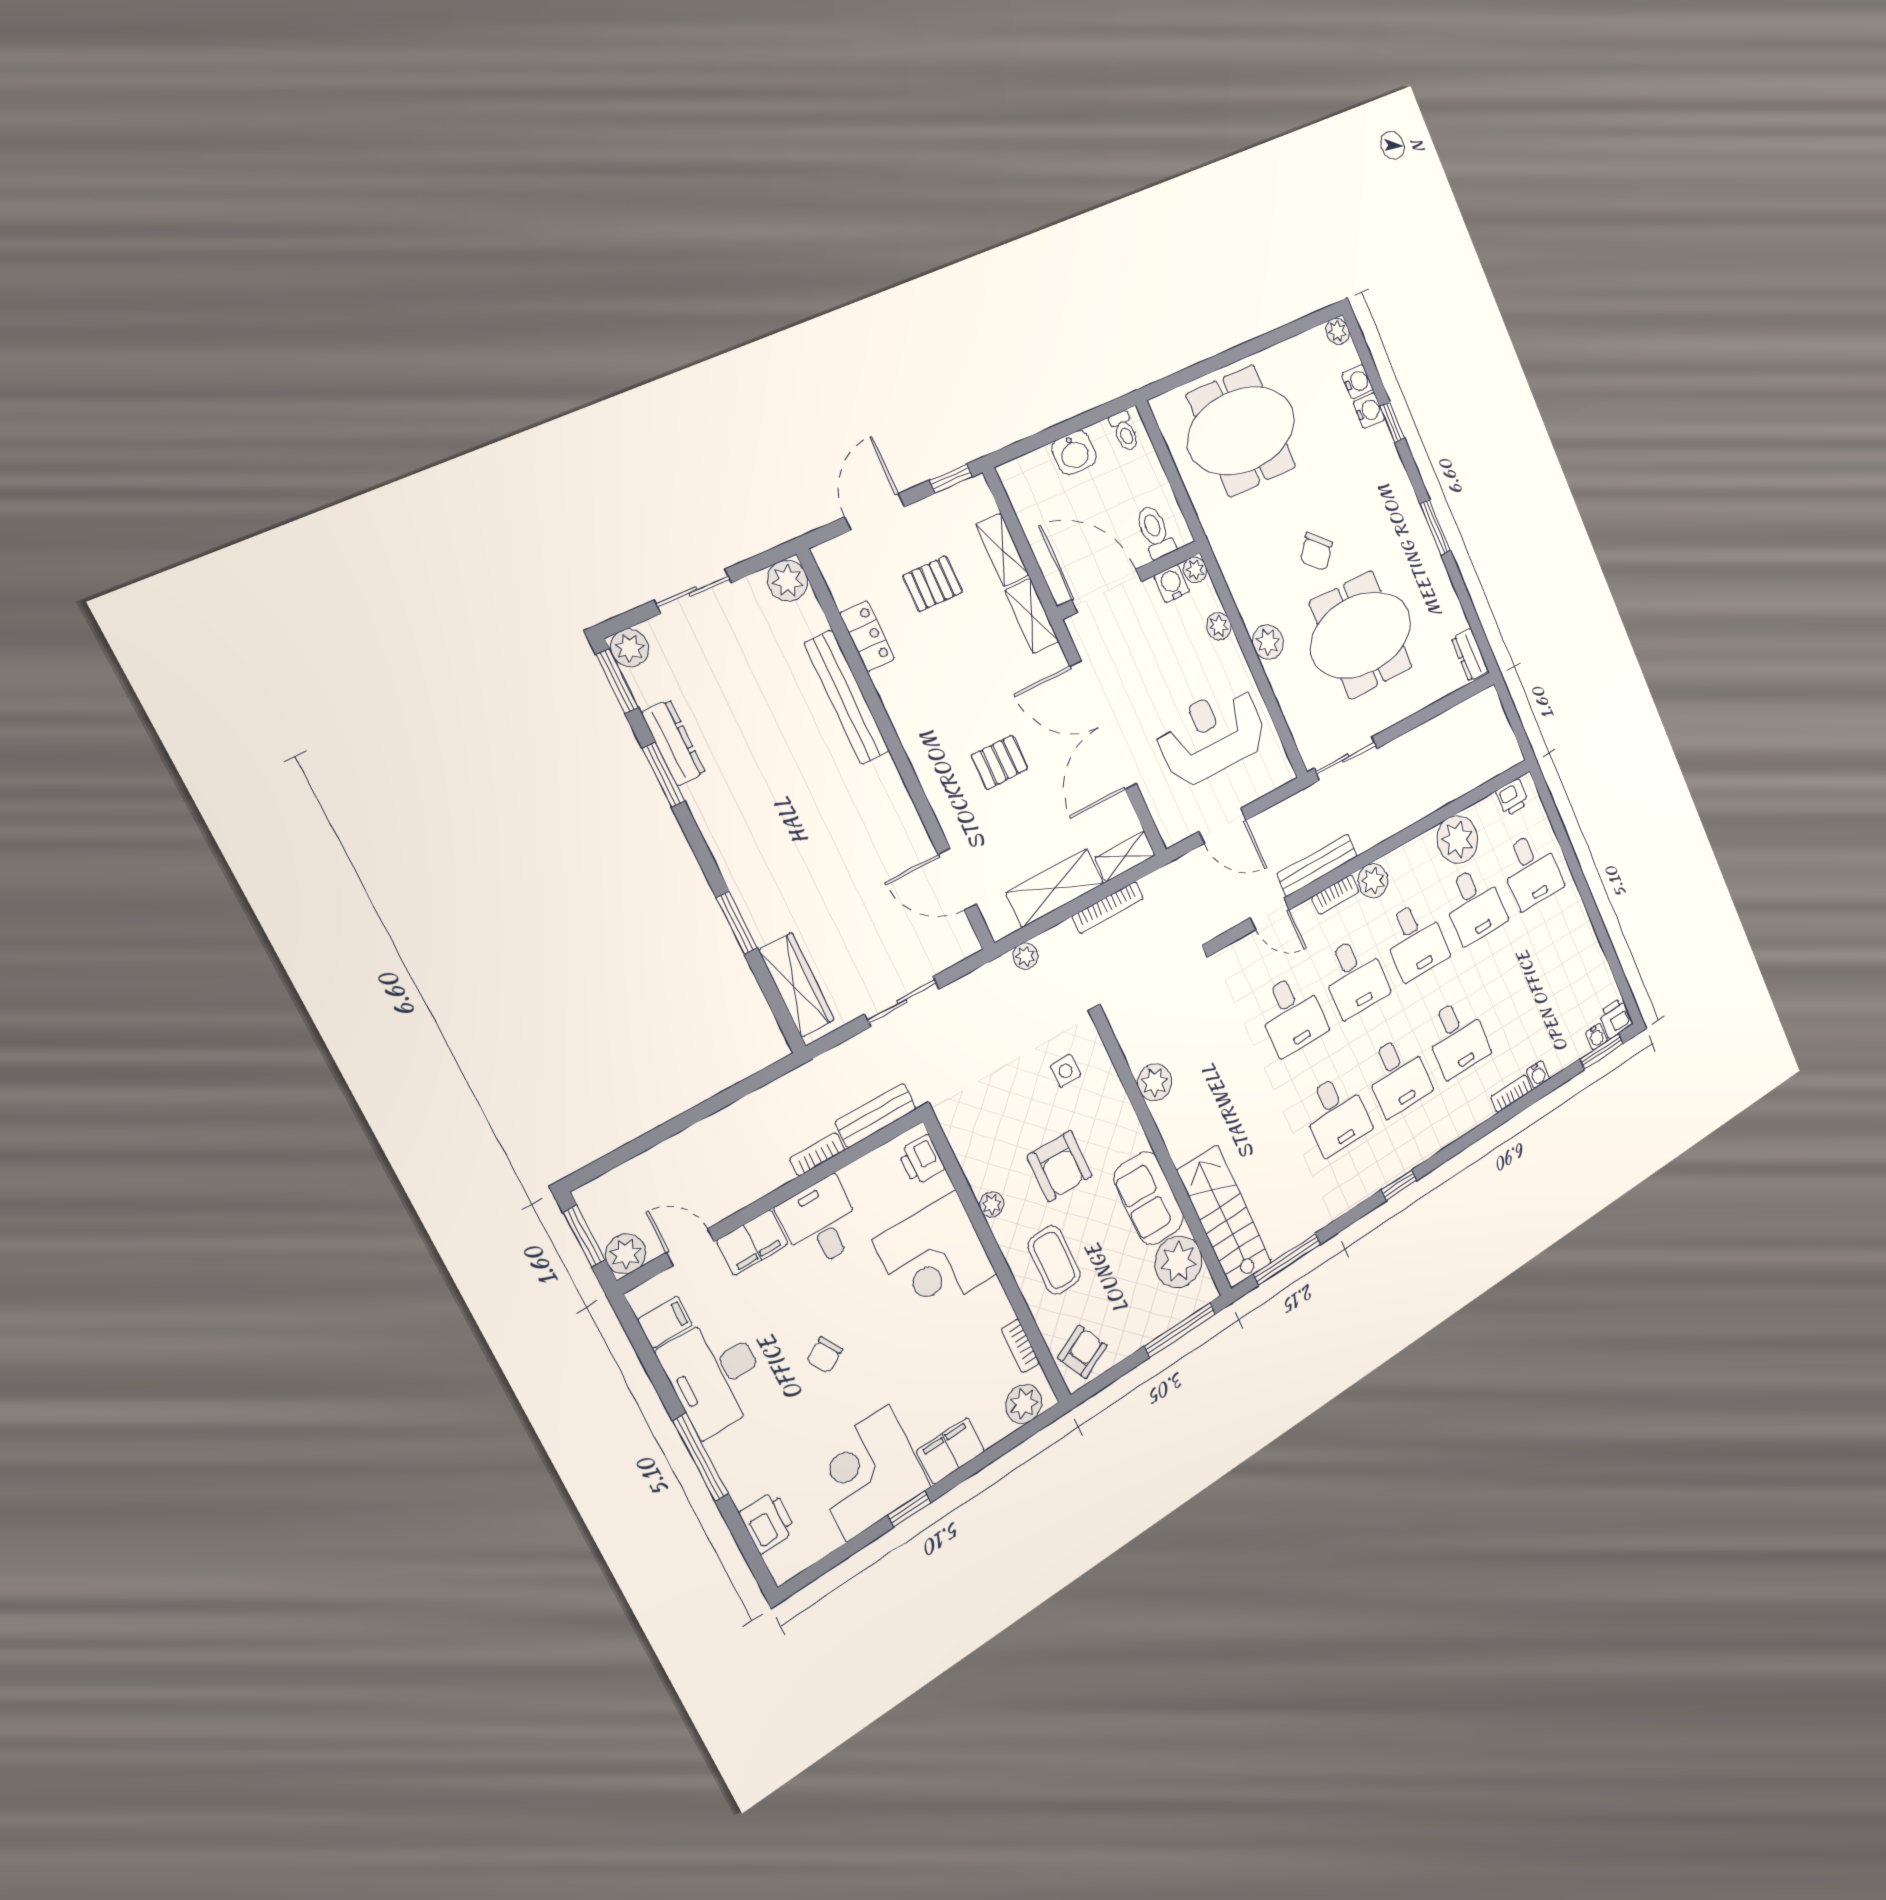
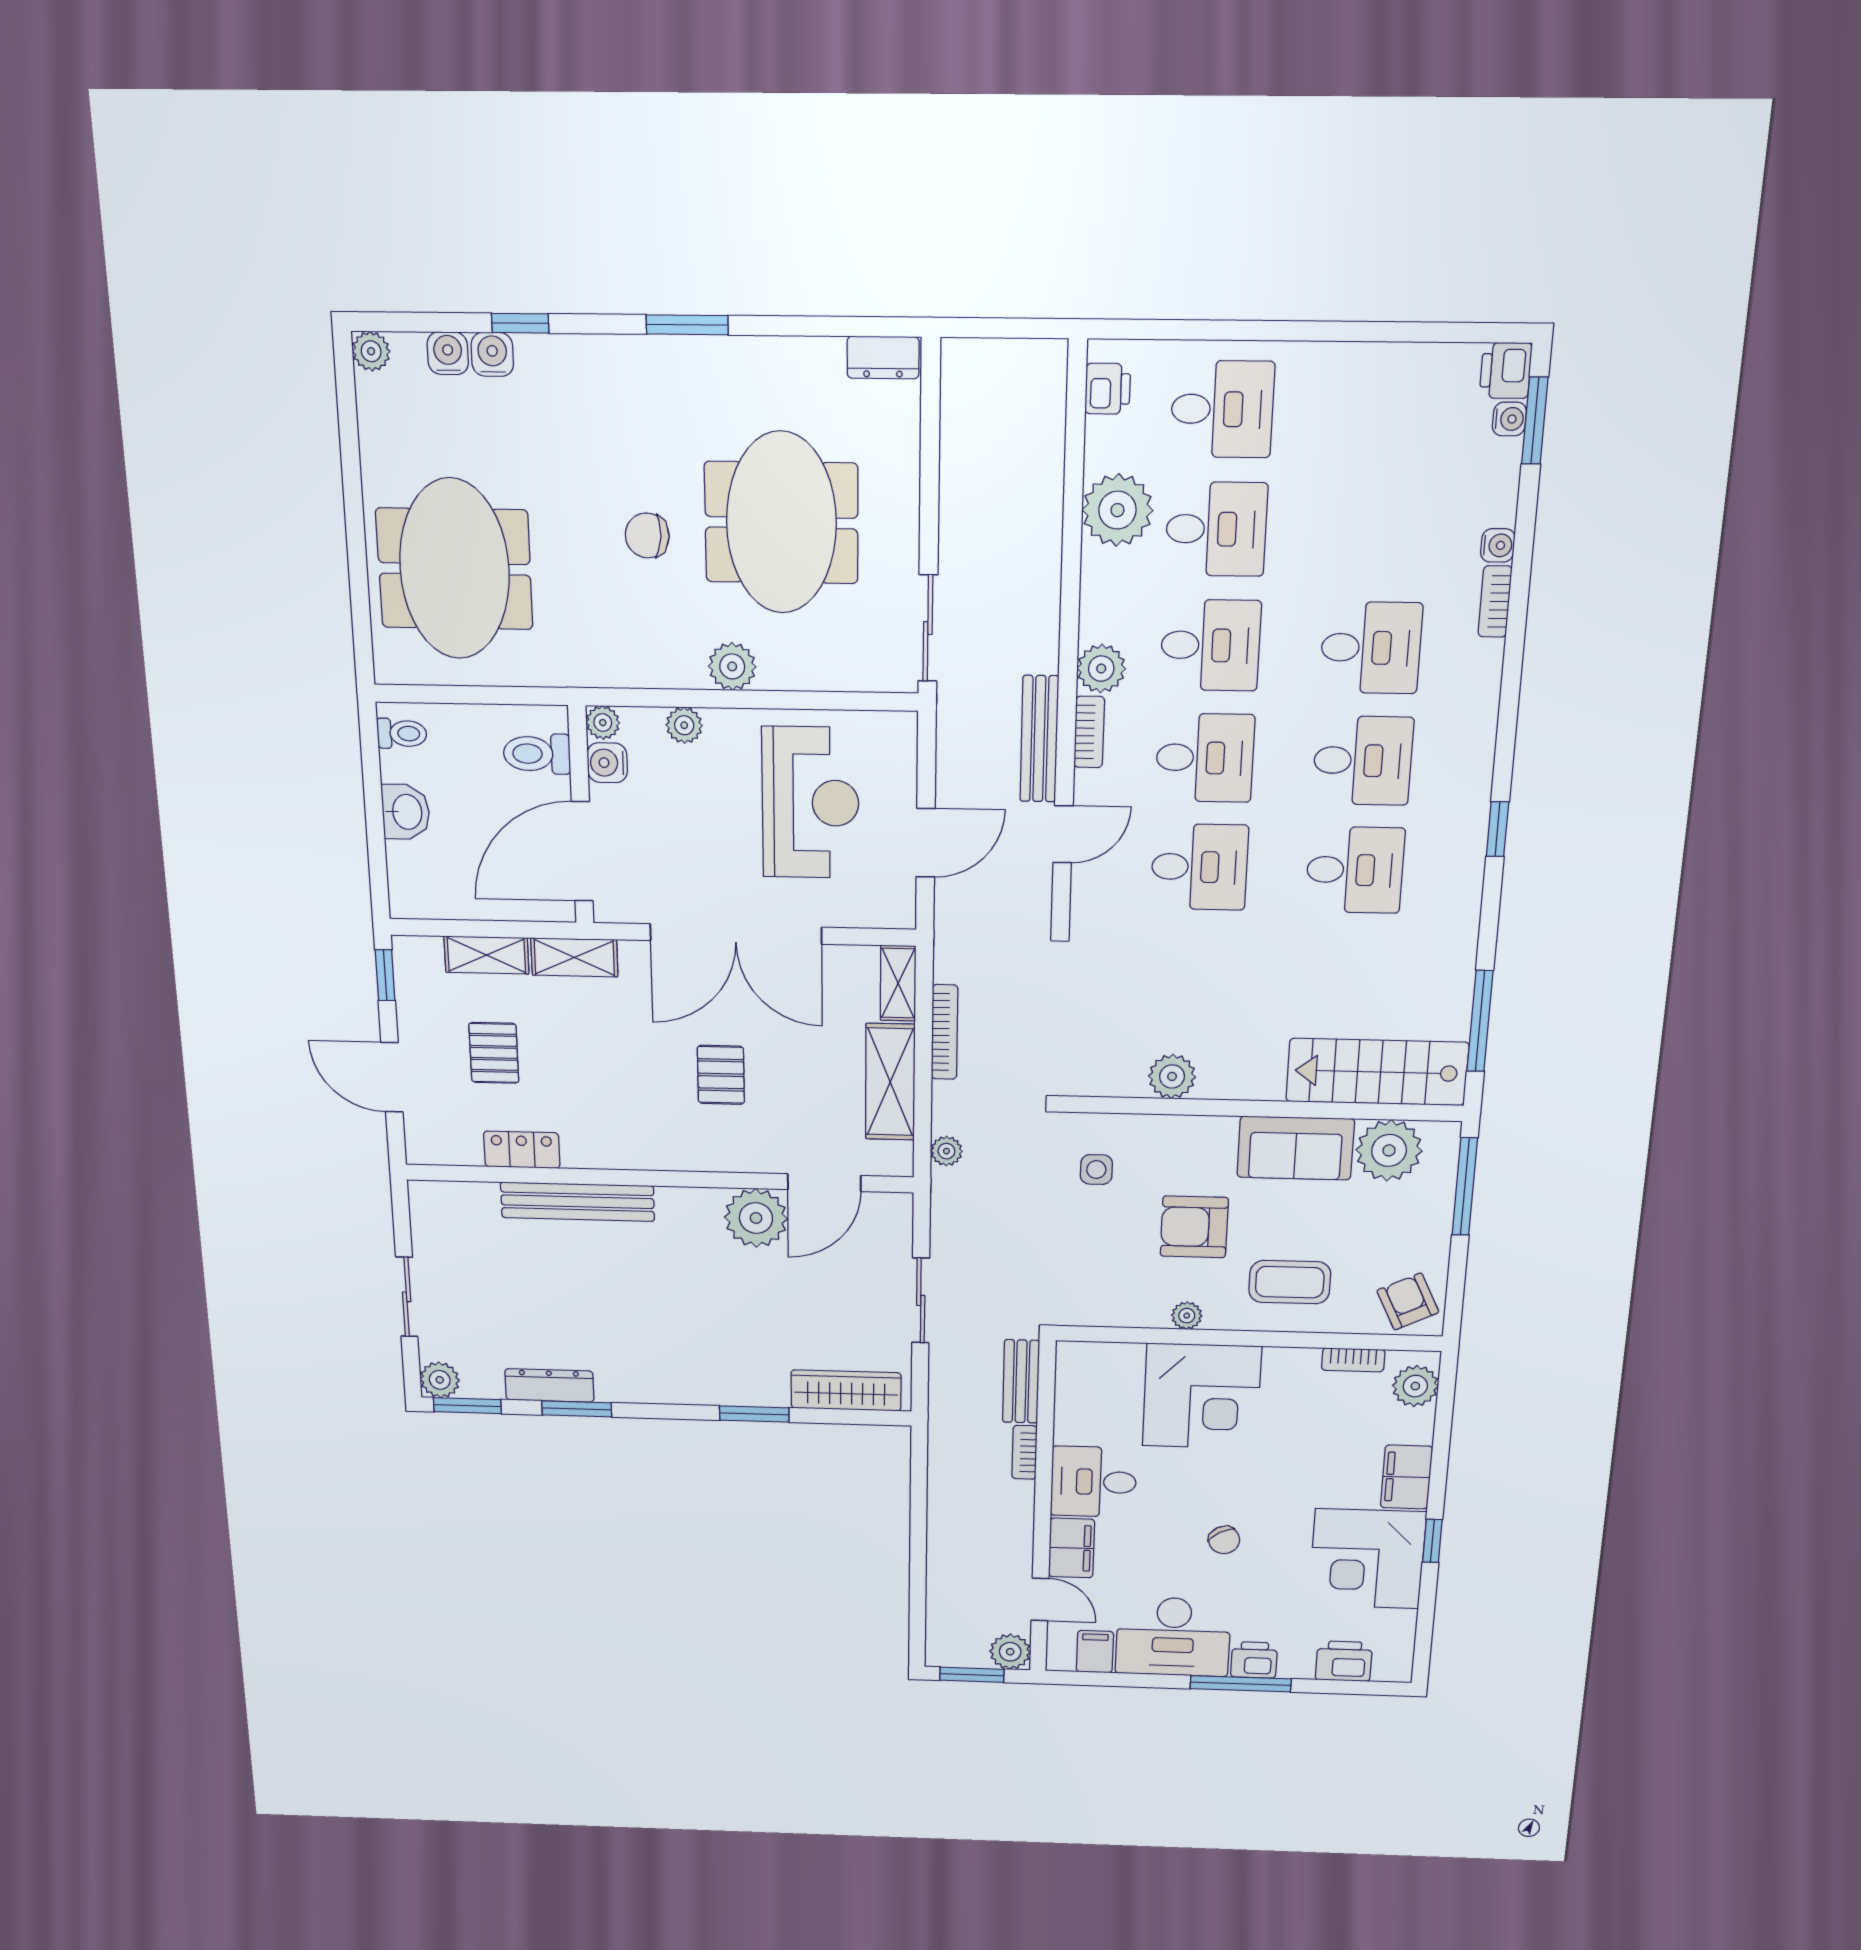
chair: (1316, 552) -> (647, 535), turned 142
plant: (788, 581) -> (756, 1218), moved, width x1.36, depth x1.36
reception desk: (1211, 735) -> (810, 803), turned 180
printer: (921, 1160) -> (1254, 1660), moved, turned 180
armchair: (1060, 1166) -> (1194, 1227), turned 180
door: (690, 1247) -> (1040, 1600), swing flipped

